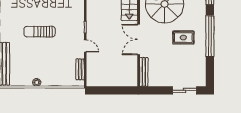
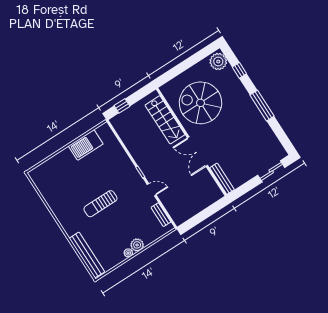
window: (210, 36) -> (262, 106), width x0.68
rug: (183, 38) -> (238, 123), removed
plant: (47, 81) -> (137, 245), added

